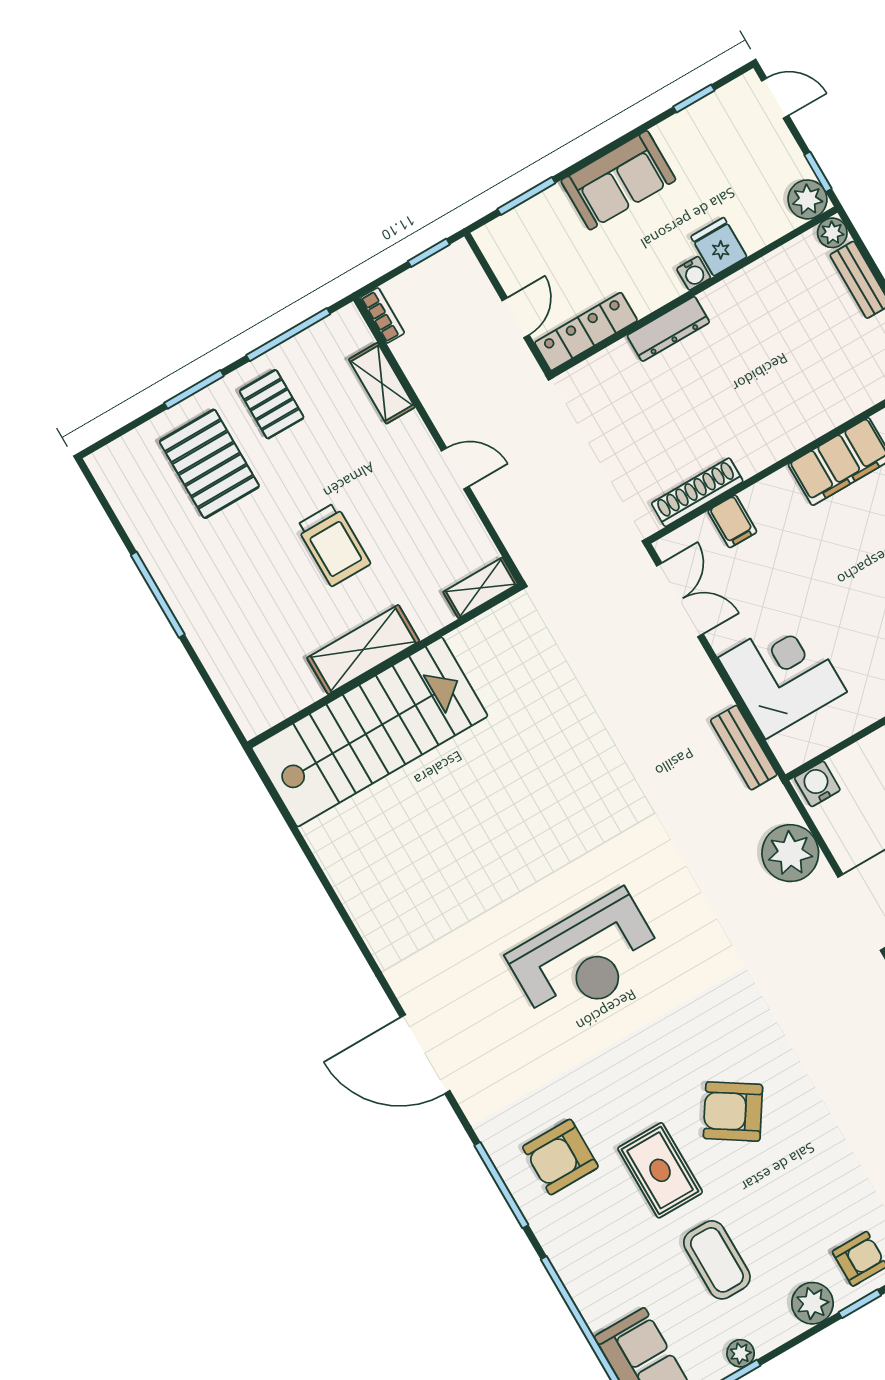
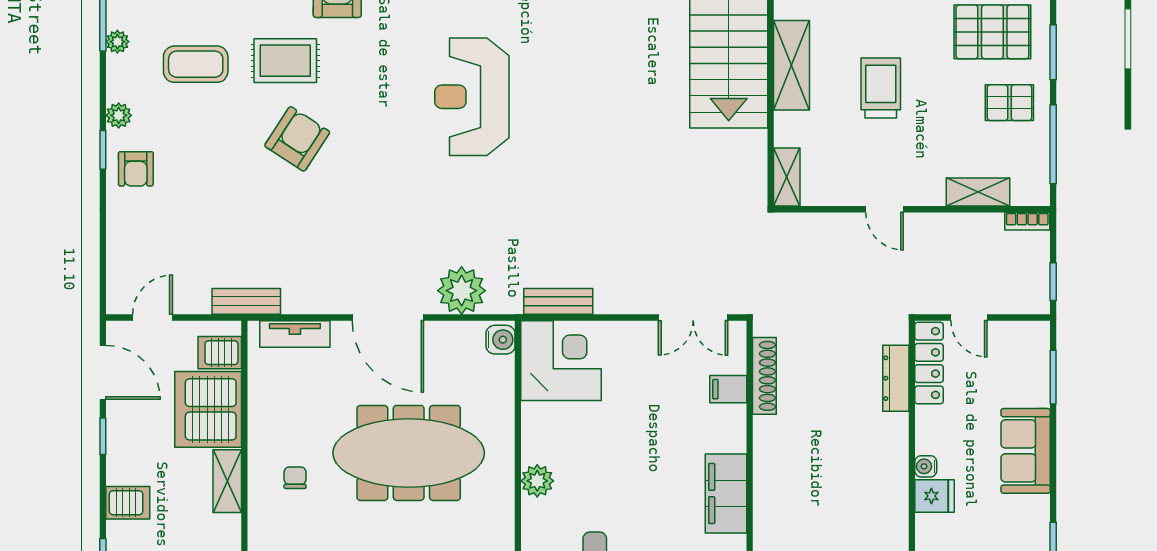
dresser: (668, 329) -> (896, 378), moved
door: (455, 469) -> (885, 209), hinge flipped
trolley: (333, 545) -> (881, 88), turned 90
corner desk: (782, 675) -> (561, 361), moved, turned -90
plant: (812, 1303) -> (119, 115), width x0.73, depth x0.73

